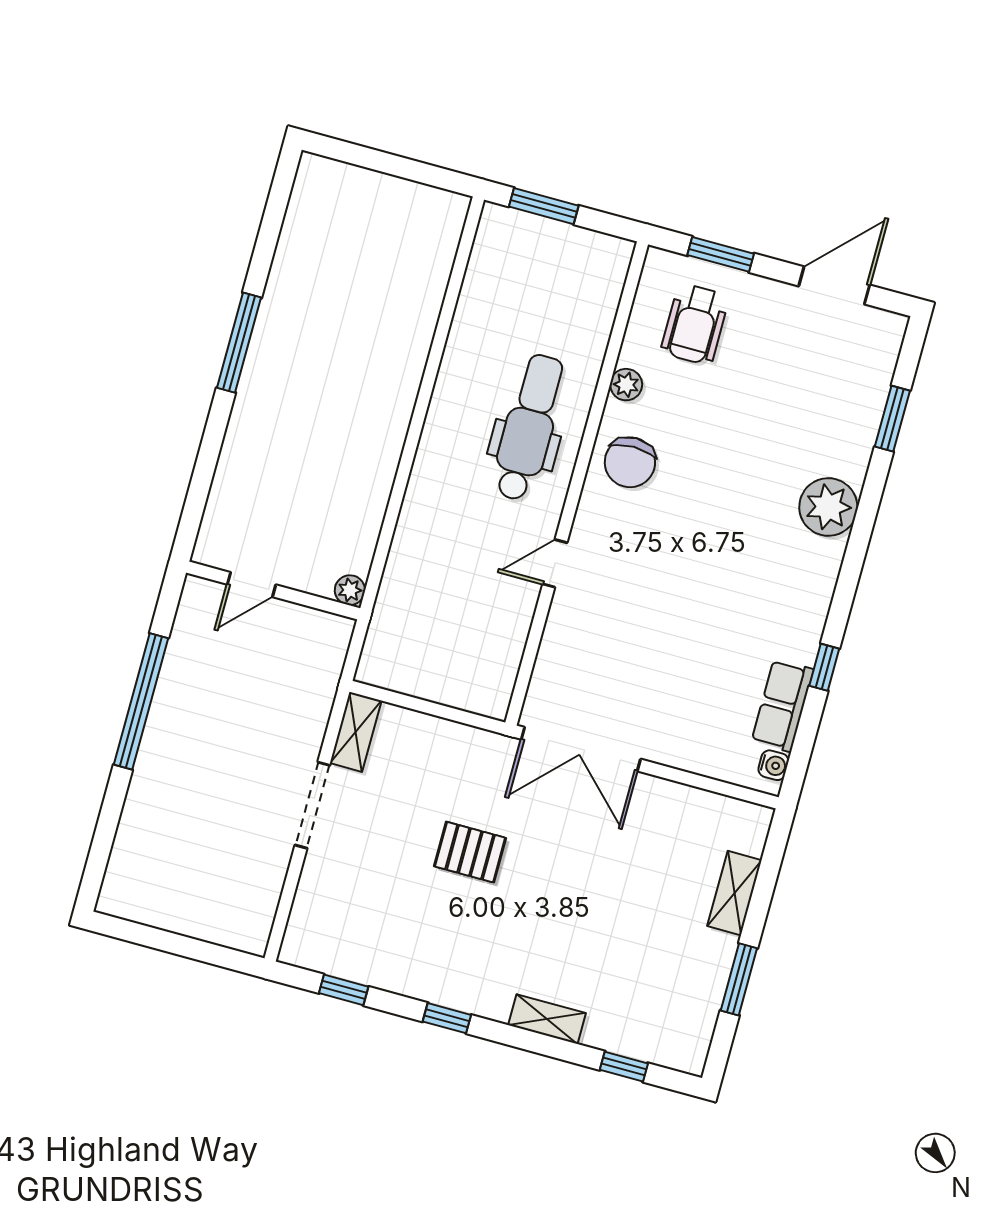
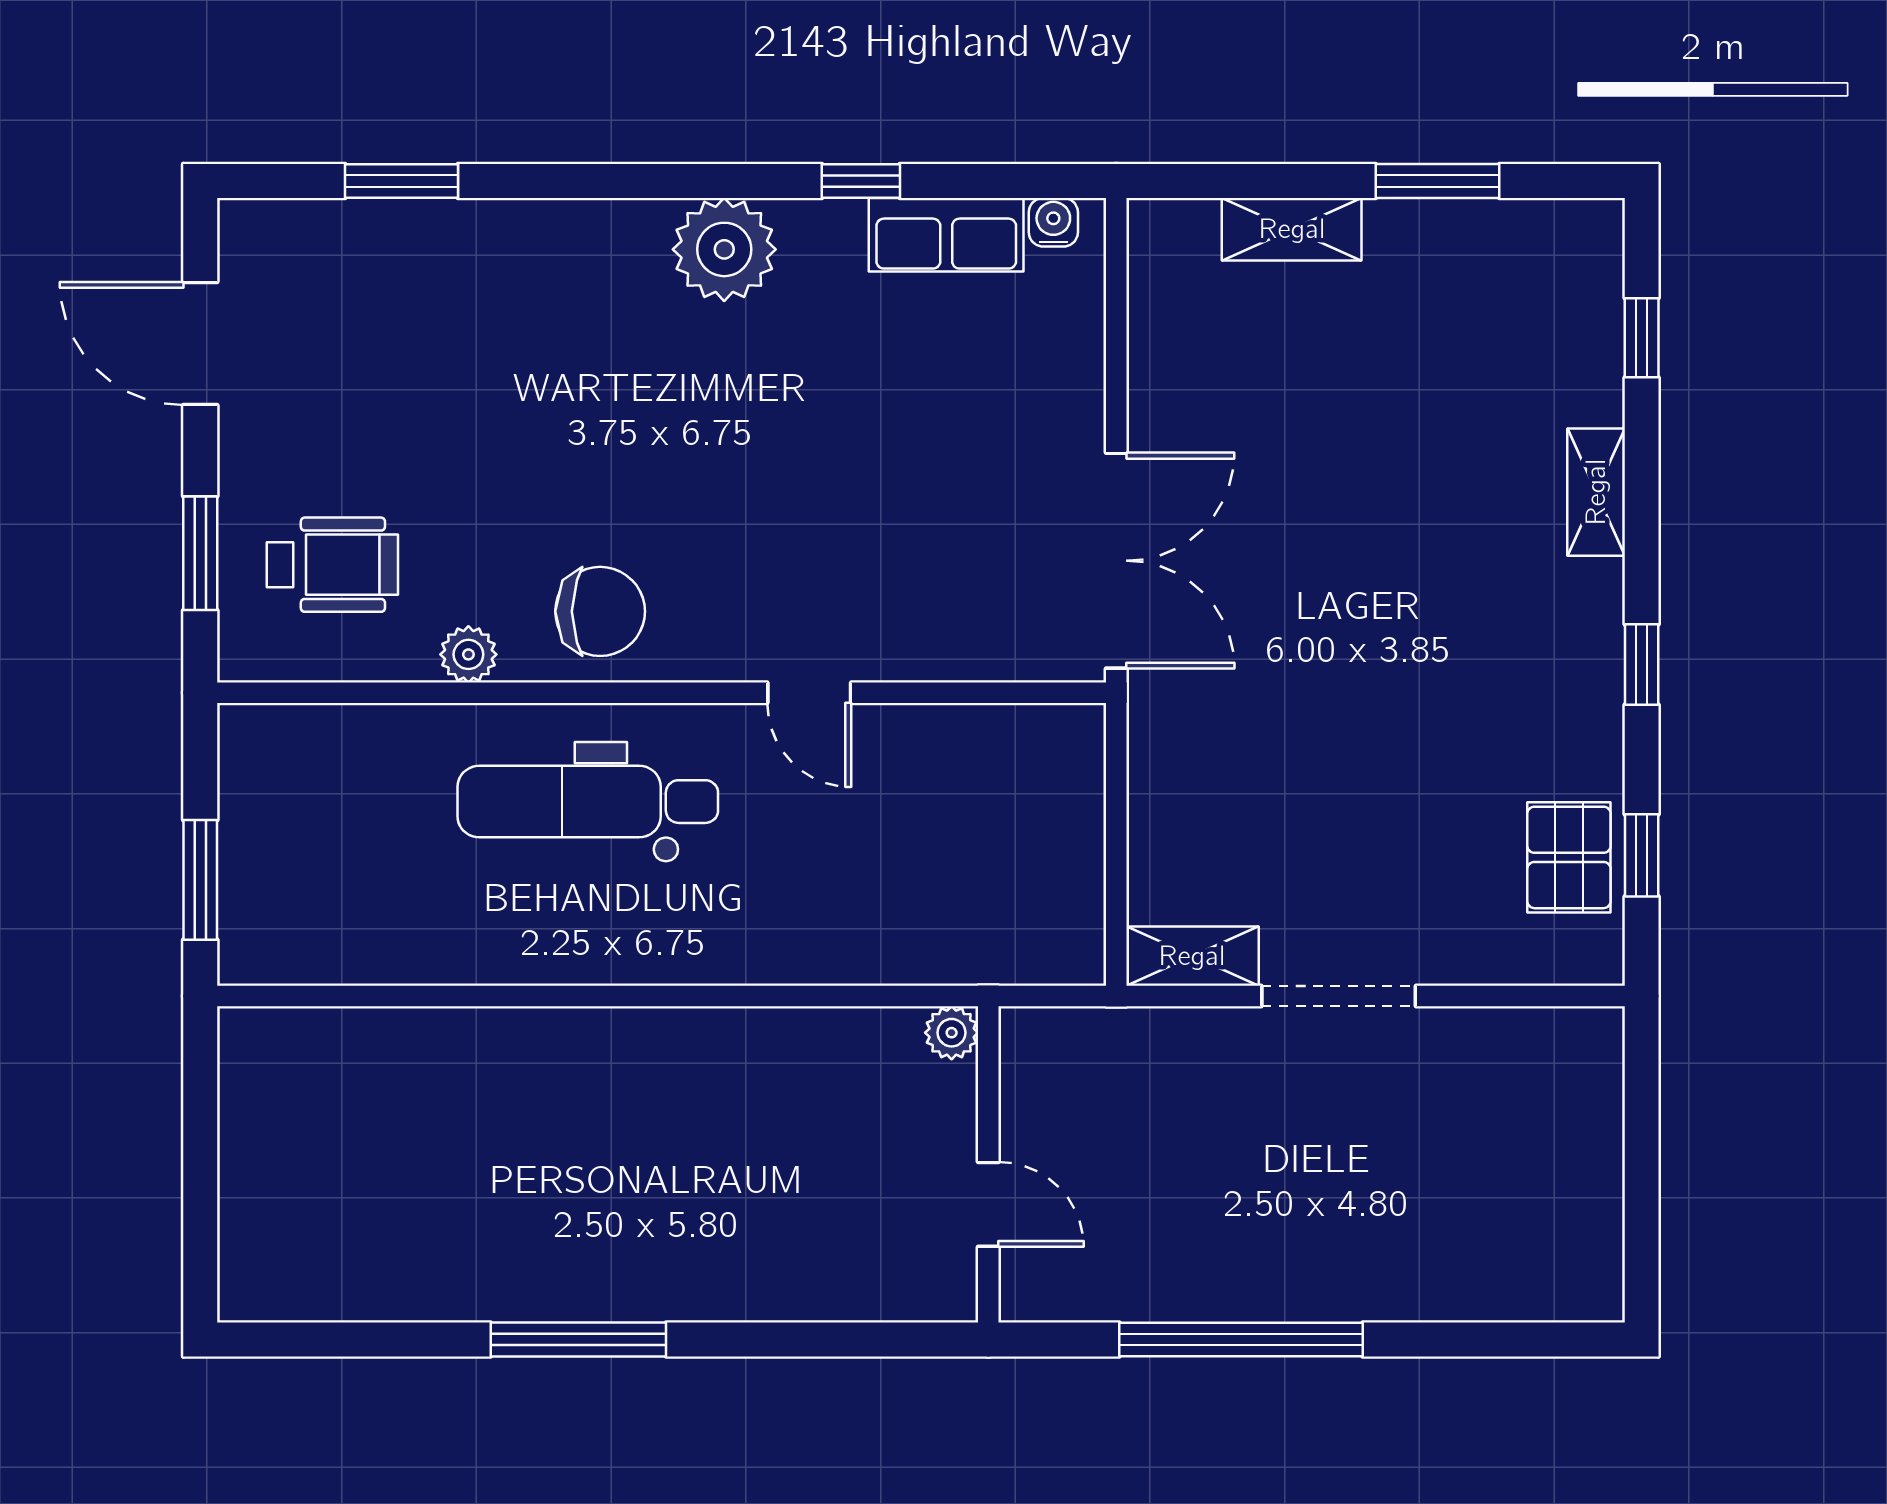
plant: (828, 507) -> (724, 249), moved
pallet: (470, 852) -> (1569, 857), moved

